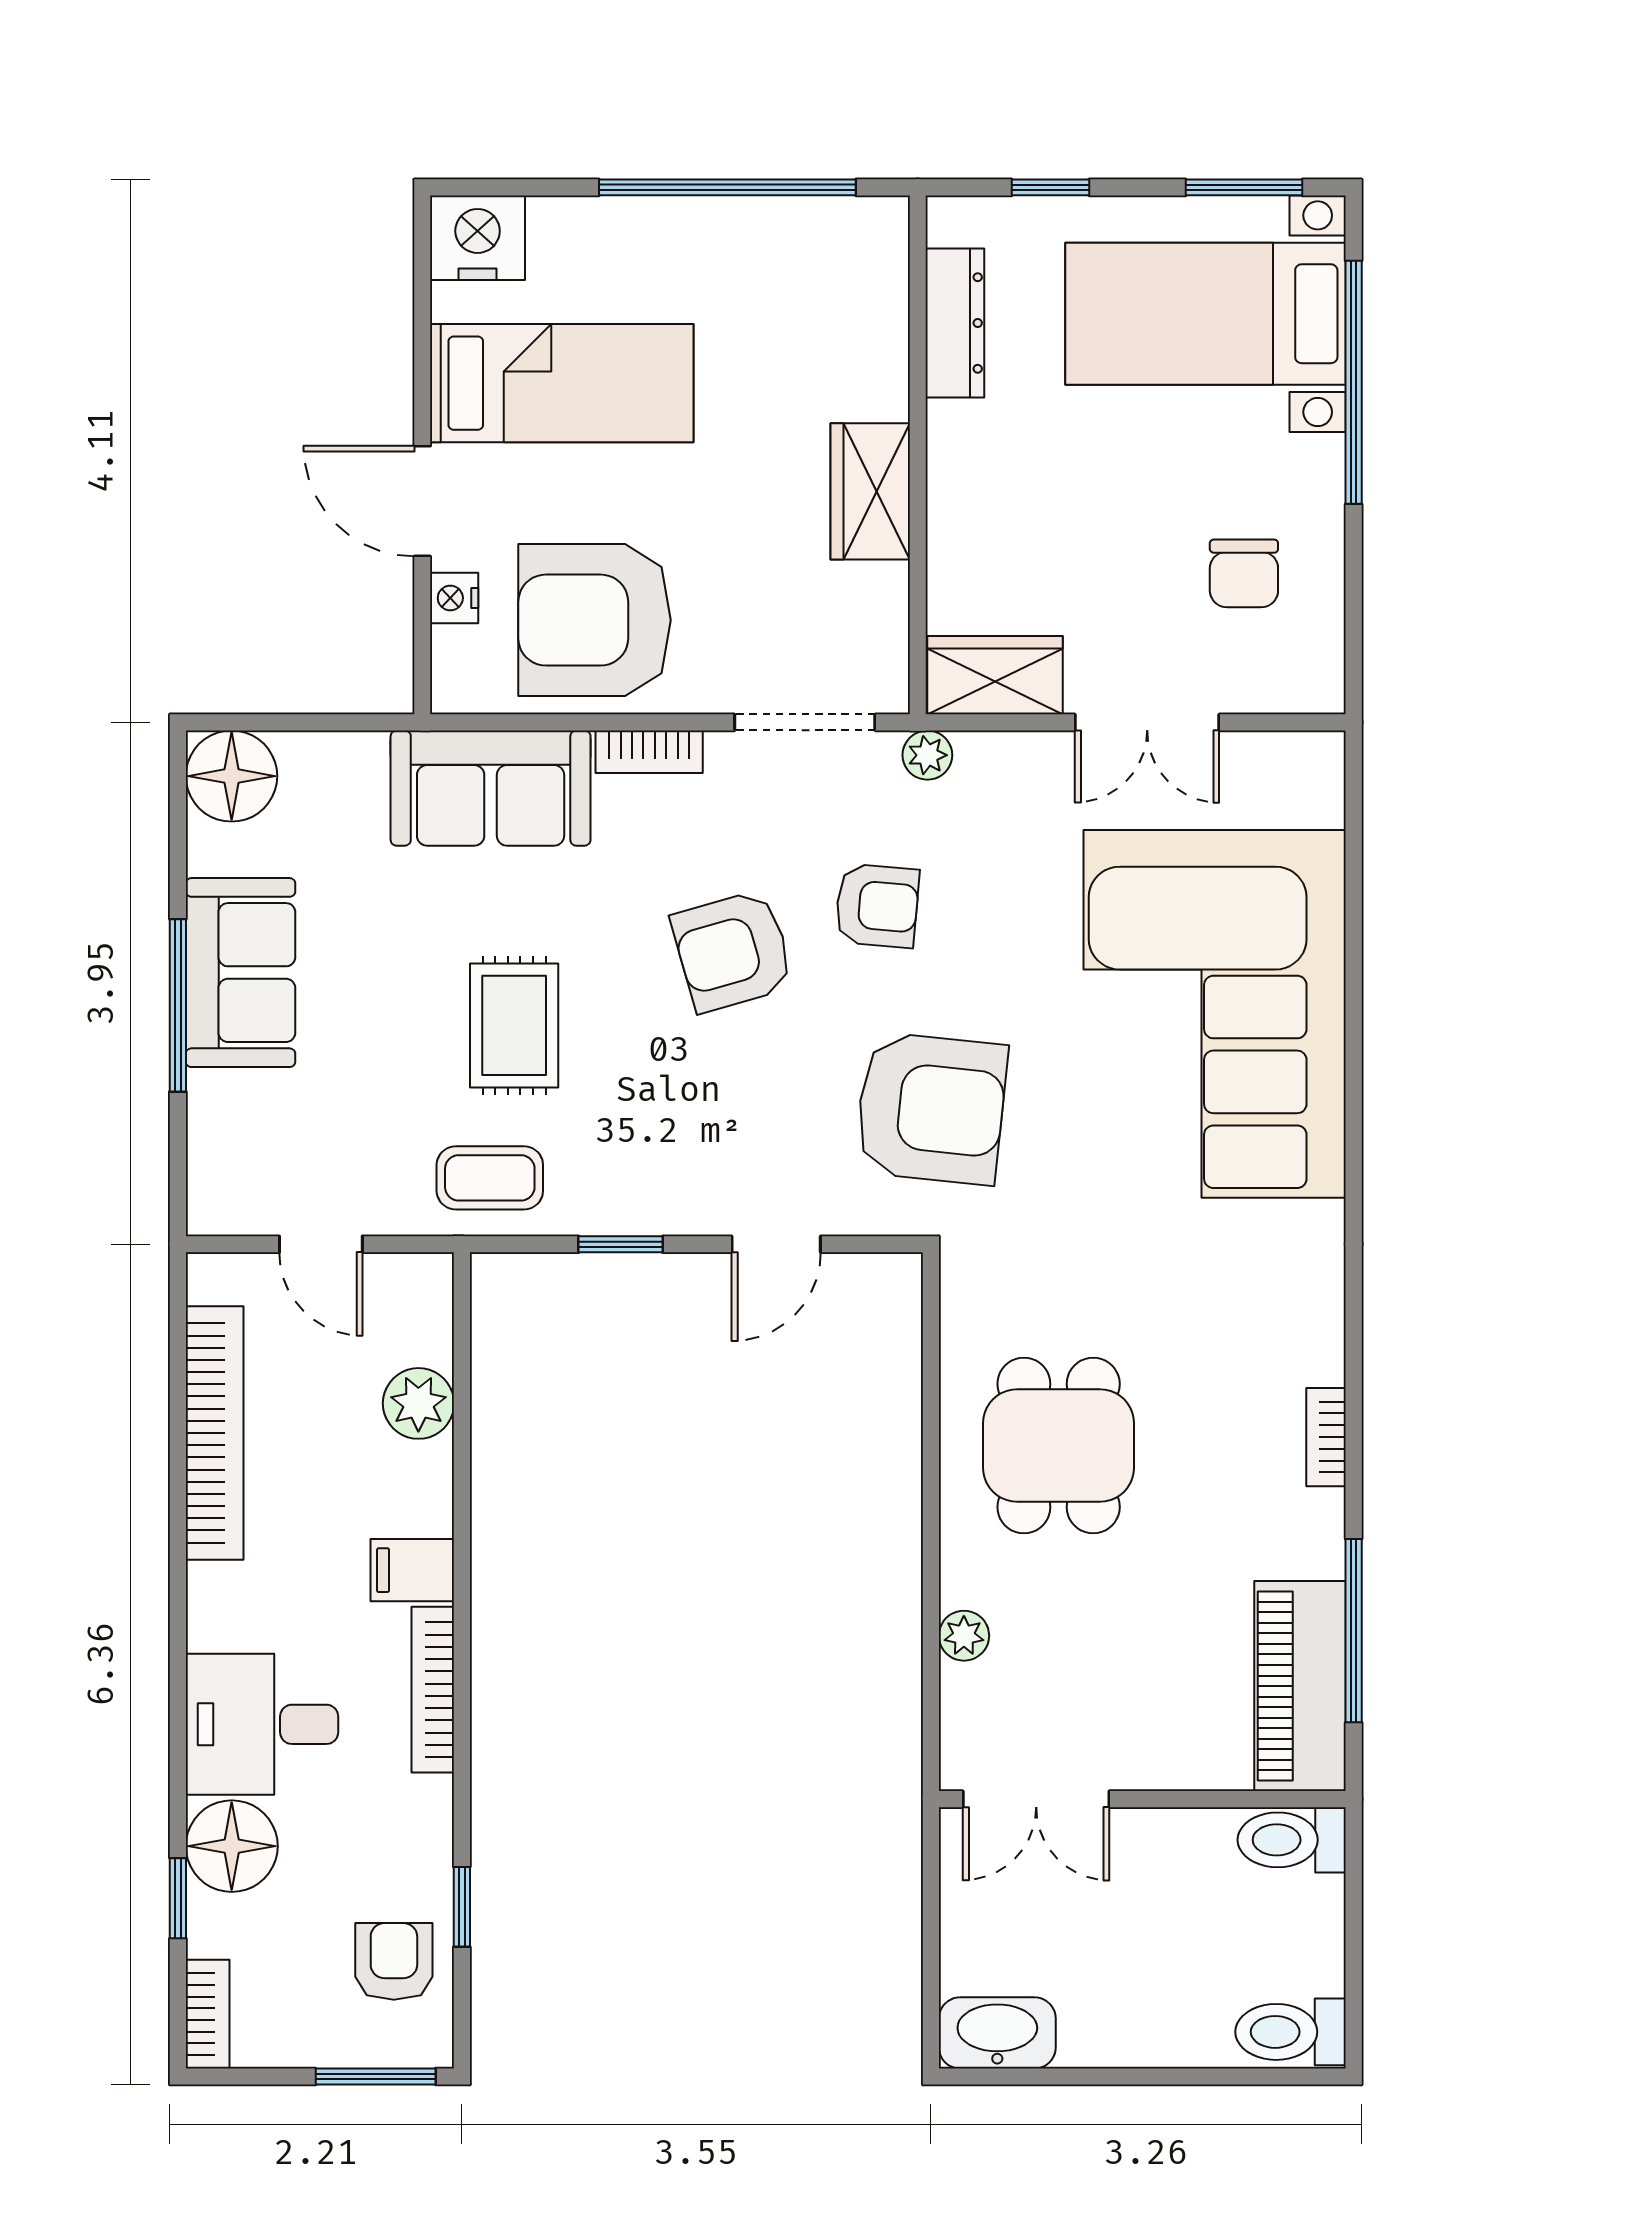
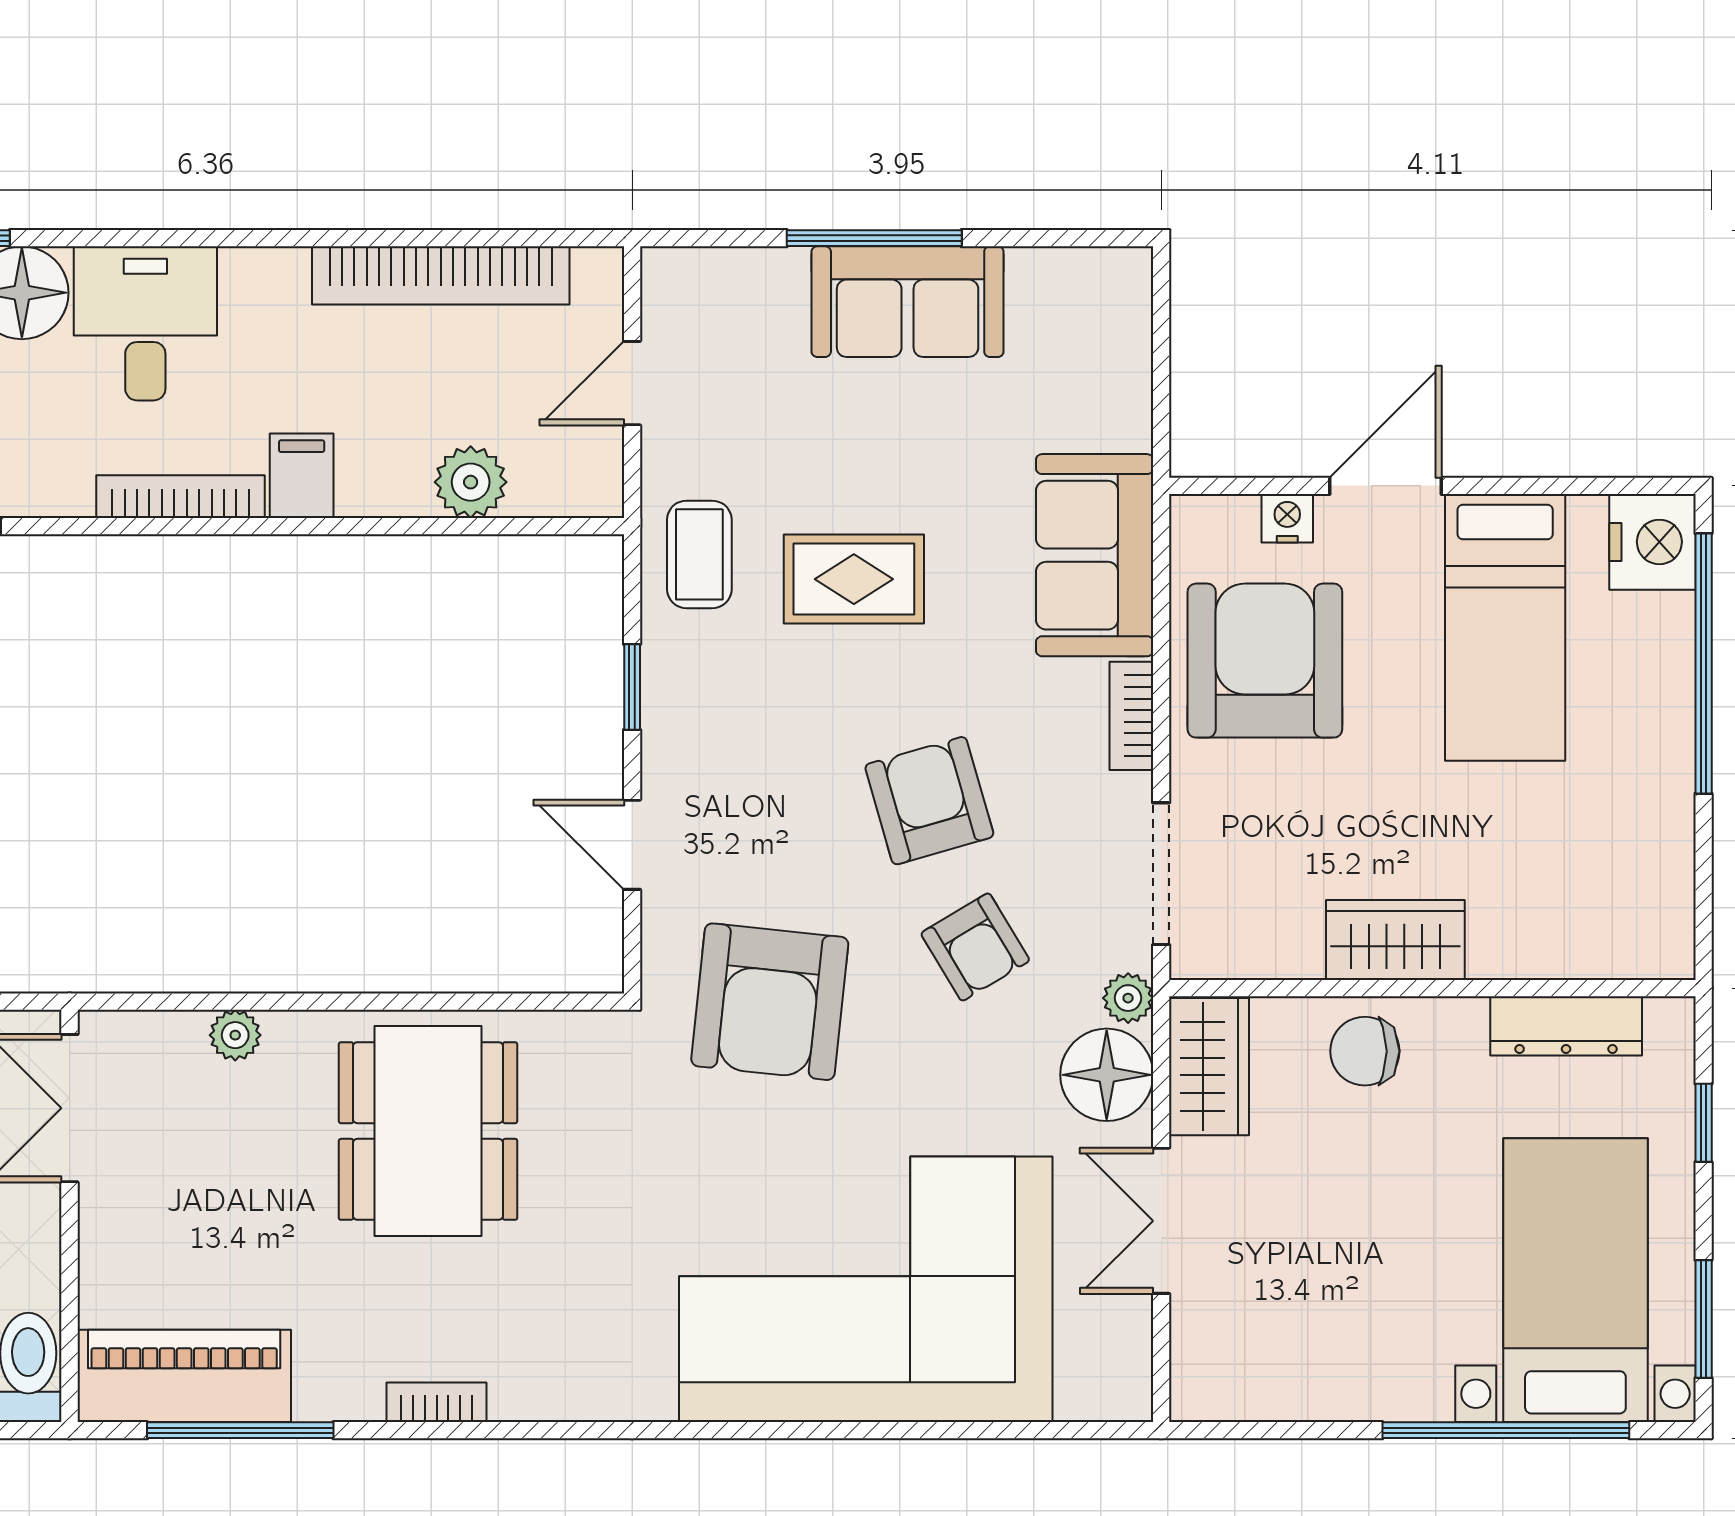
window: (727, 187) -> (1704, 664), moved
chair: (1244, 573) -> (1365, 1051), moved
floor lamp: (232, 776) -> (1107, 1075), moved
armchair: (877, 906) -> (975, 947), turned -36
dining table: (1059, 1446) -> (428, 1131), width x1.38

